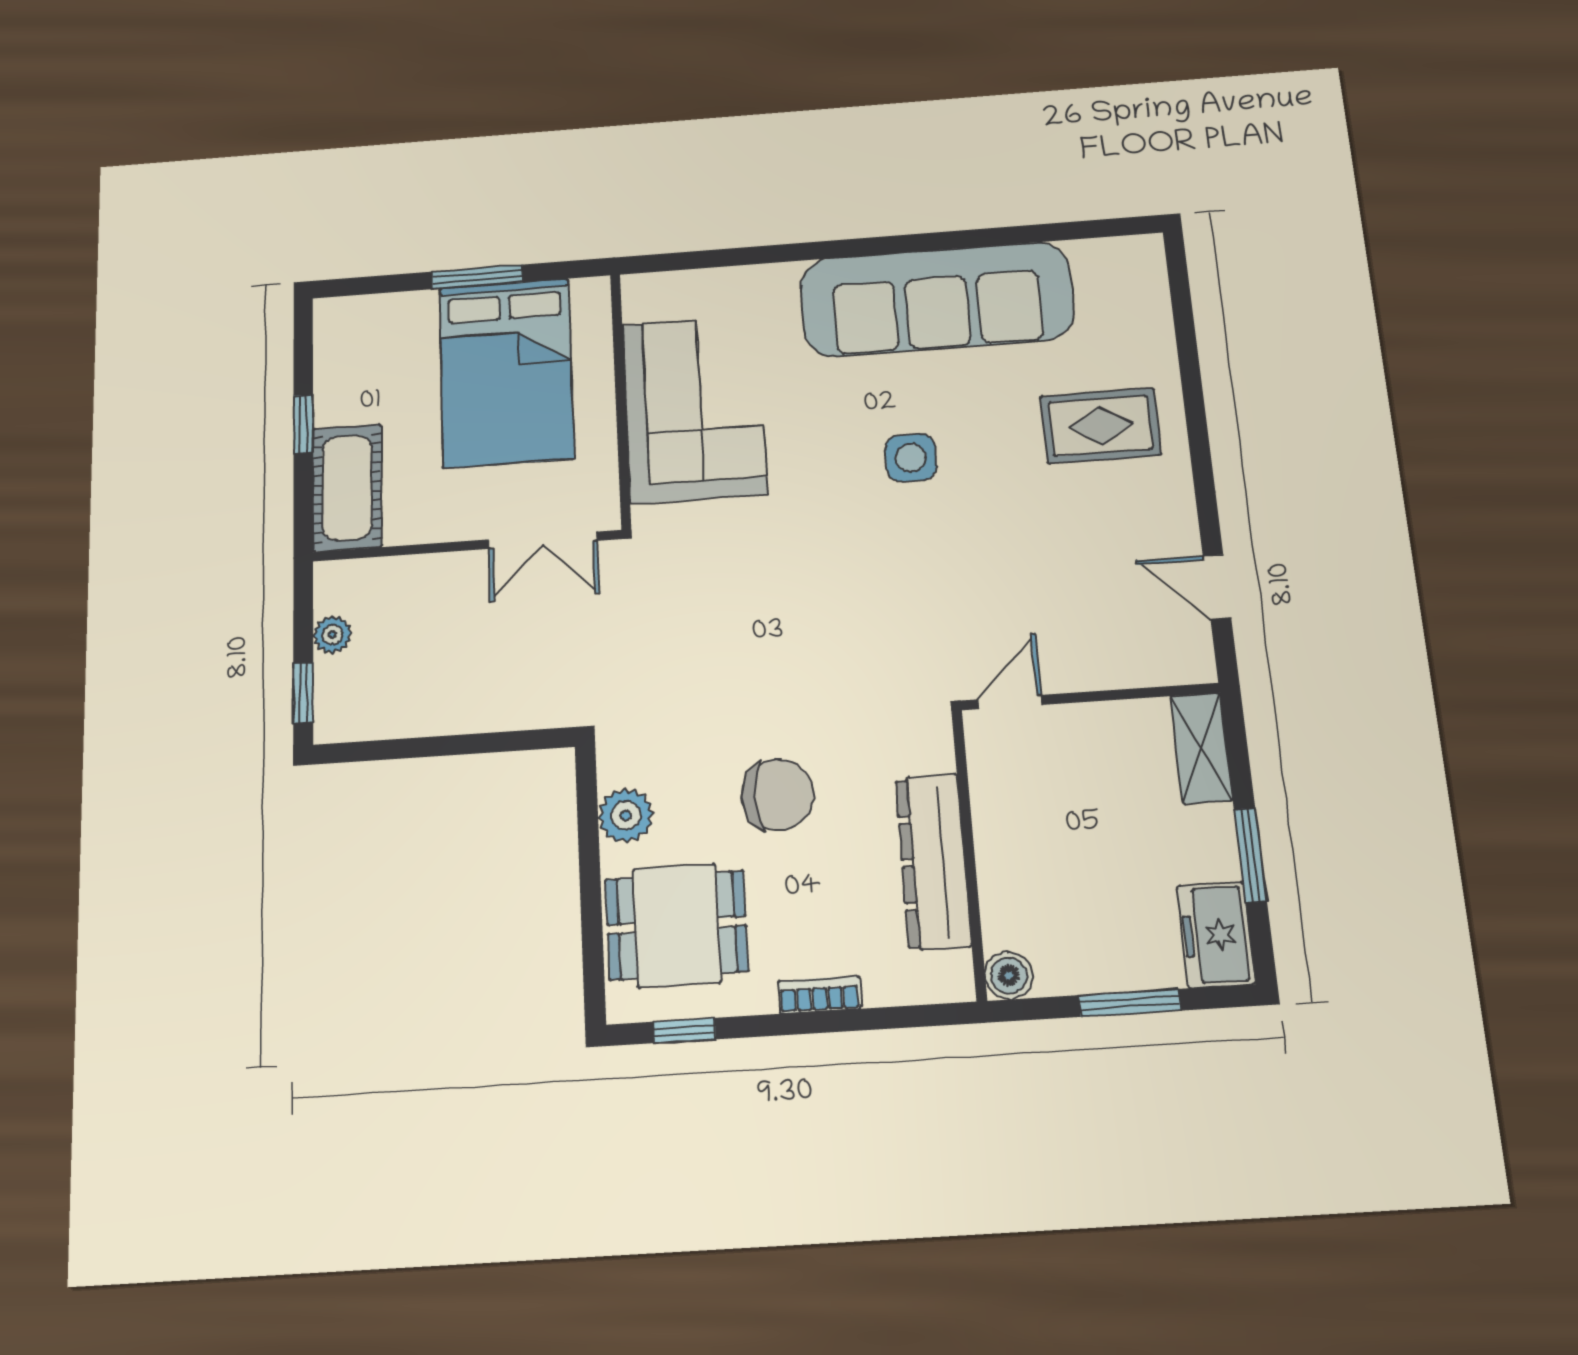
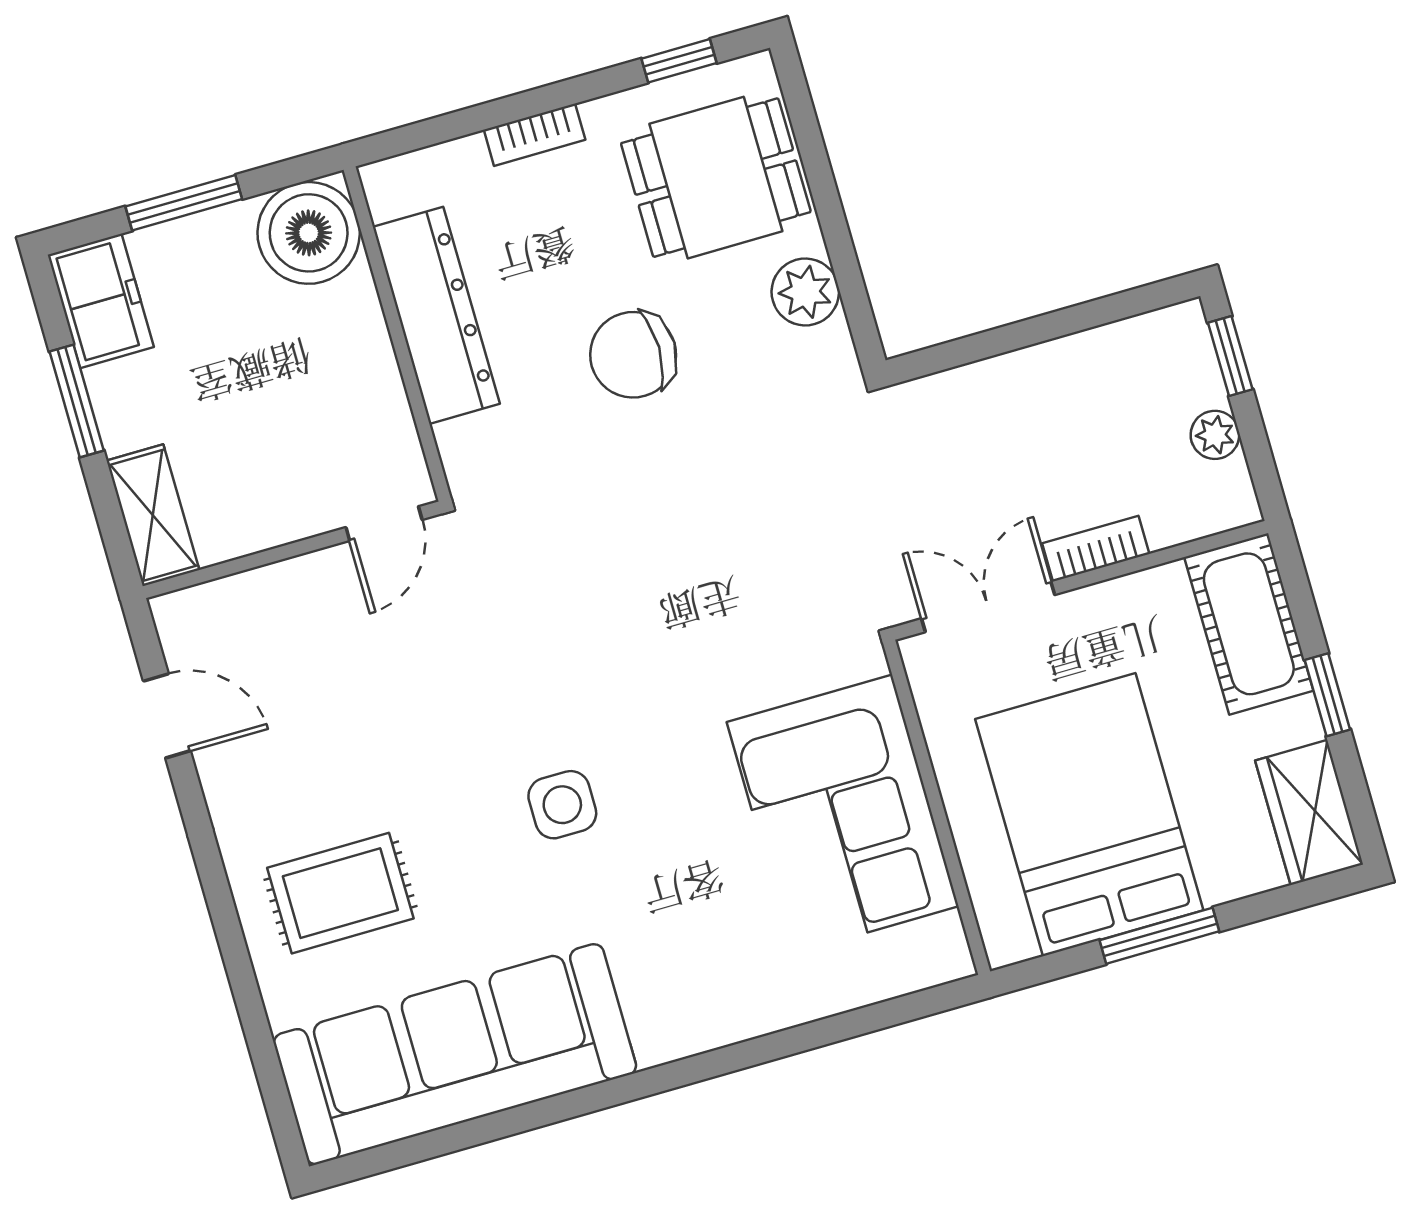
sofa: (937, 299) -> (455, 1054), moved
wardrobe: (342, 343) -> (1309, 812), added
bookcase: (448, 567) -> (1096, 549), added
boiler: (1009, 976) -> (309, 233), width x1.86, depth x1.86

